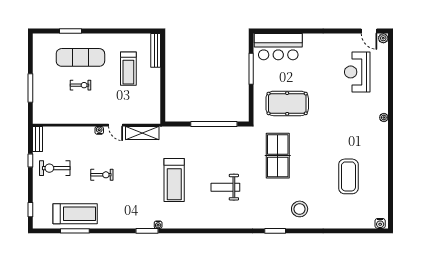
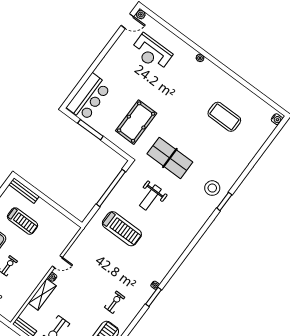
shelving: (142, 133) -> (42, 294), moved
exercise bike: (102, 175) -> (115, 302), moved
treadmill: (174, 180) -> (122, 229), moved
weight bench: (225, 187) -> (150, 197), moved
stool: (300, 209) -> (212, 188), moved

